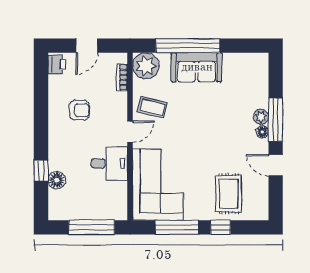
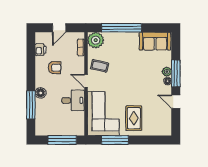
printer: (57, 64) -> (41, 50), moved
sofa: (197, 67) -> (155, 41), moved
door: (130, 132) -> (86, 81), swing flipped
window: (41, 171) -> (31, 105), width x2.17
floor lamp: (57, 180) -> (41, 93), moved
rug: (229, 194) -> (134, 118), moved
window: (221, 227) -> (142, 140), removed

